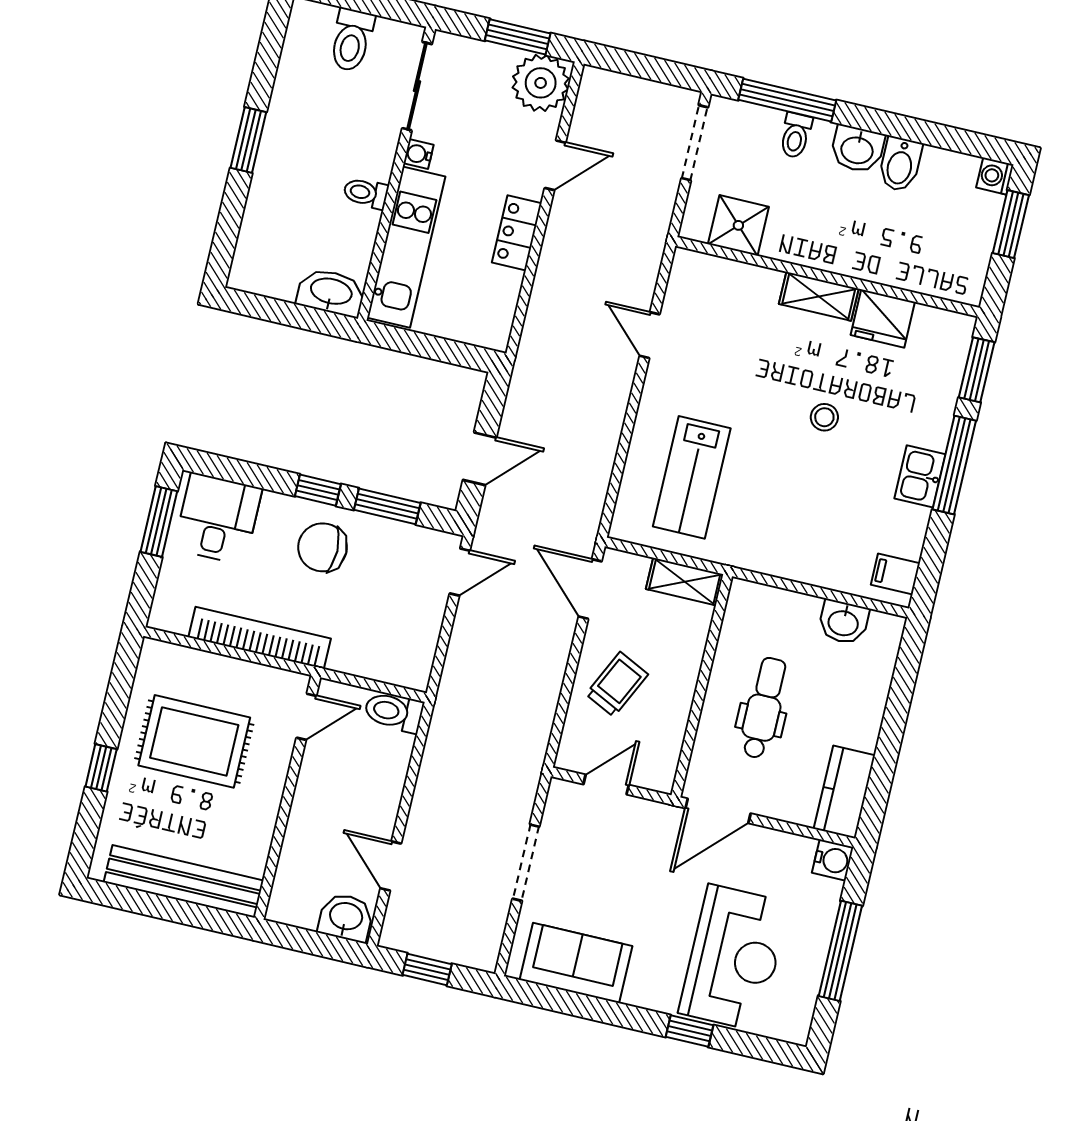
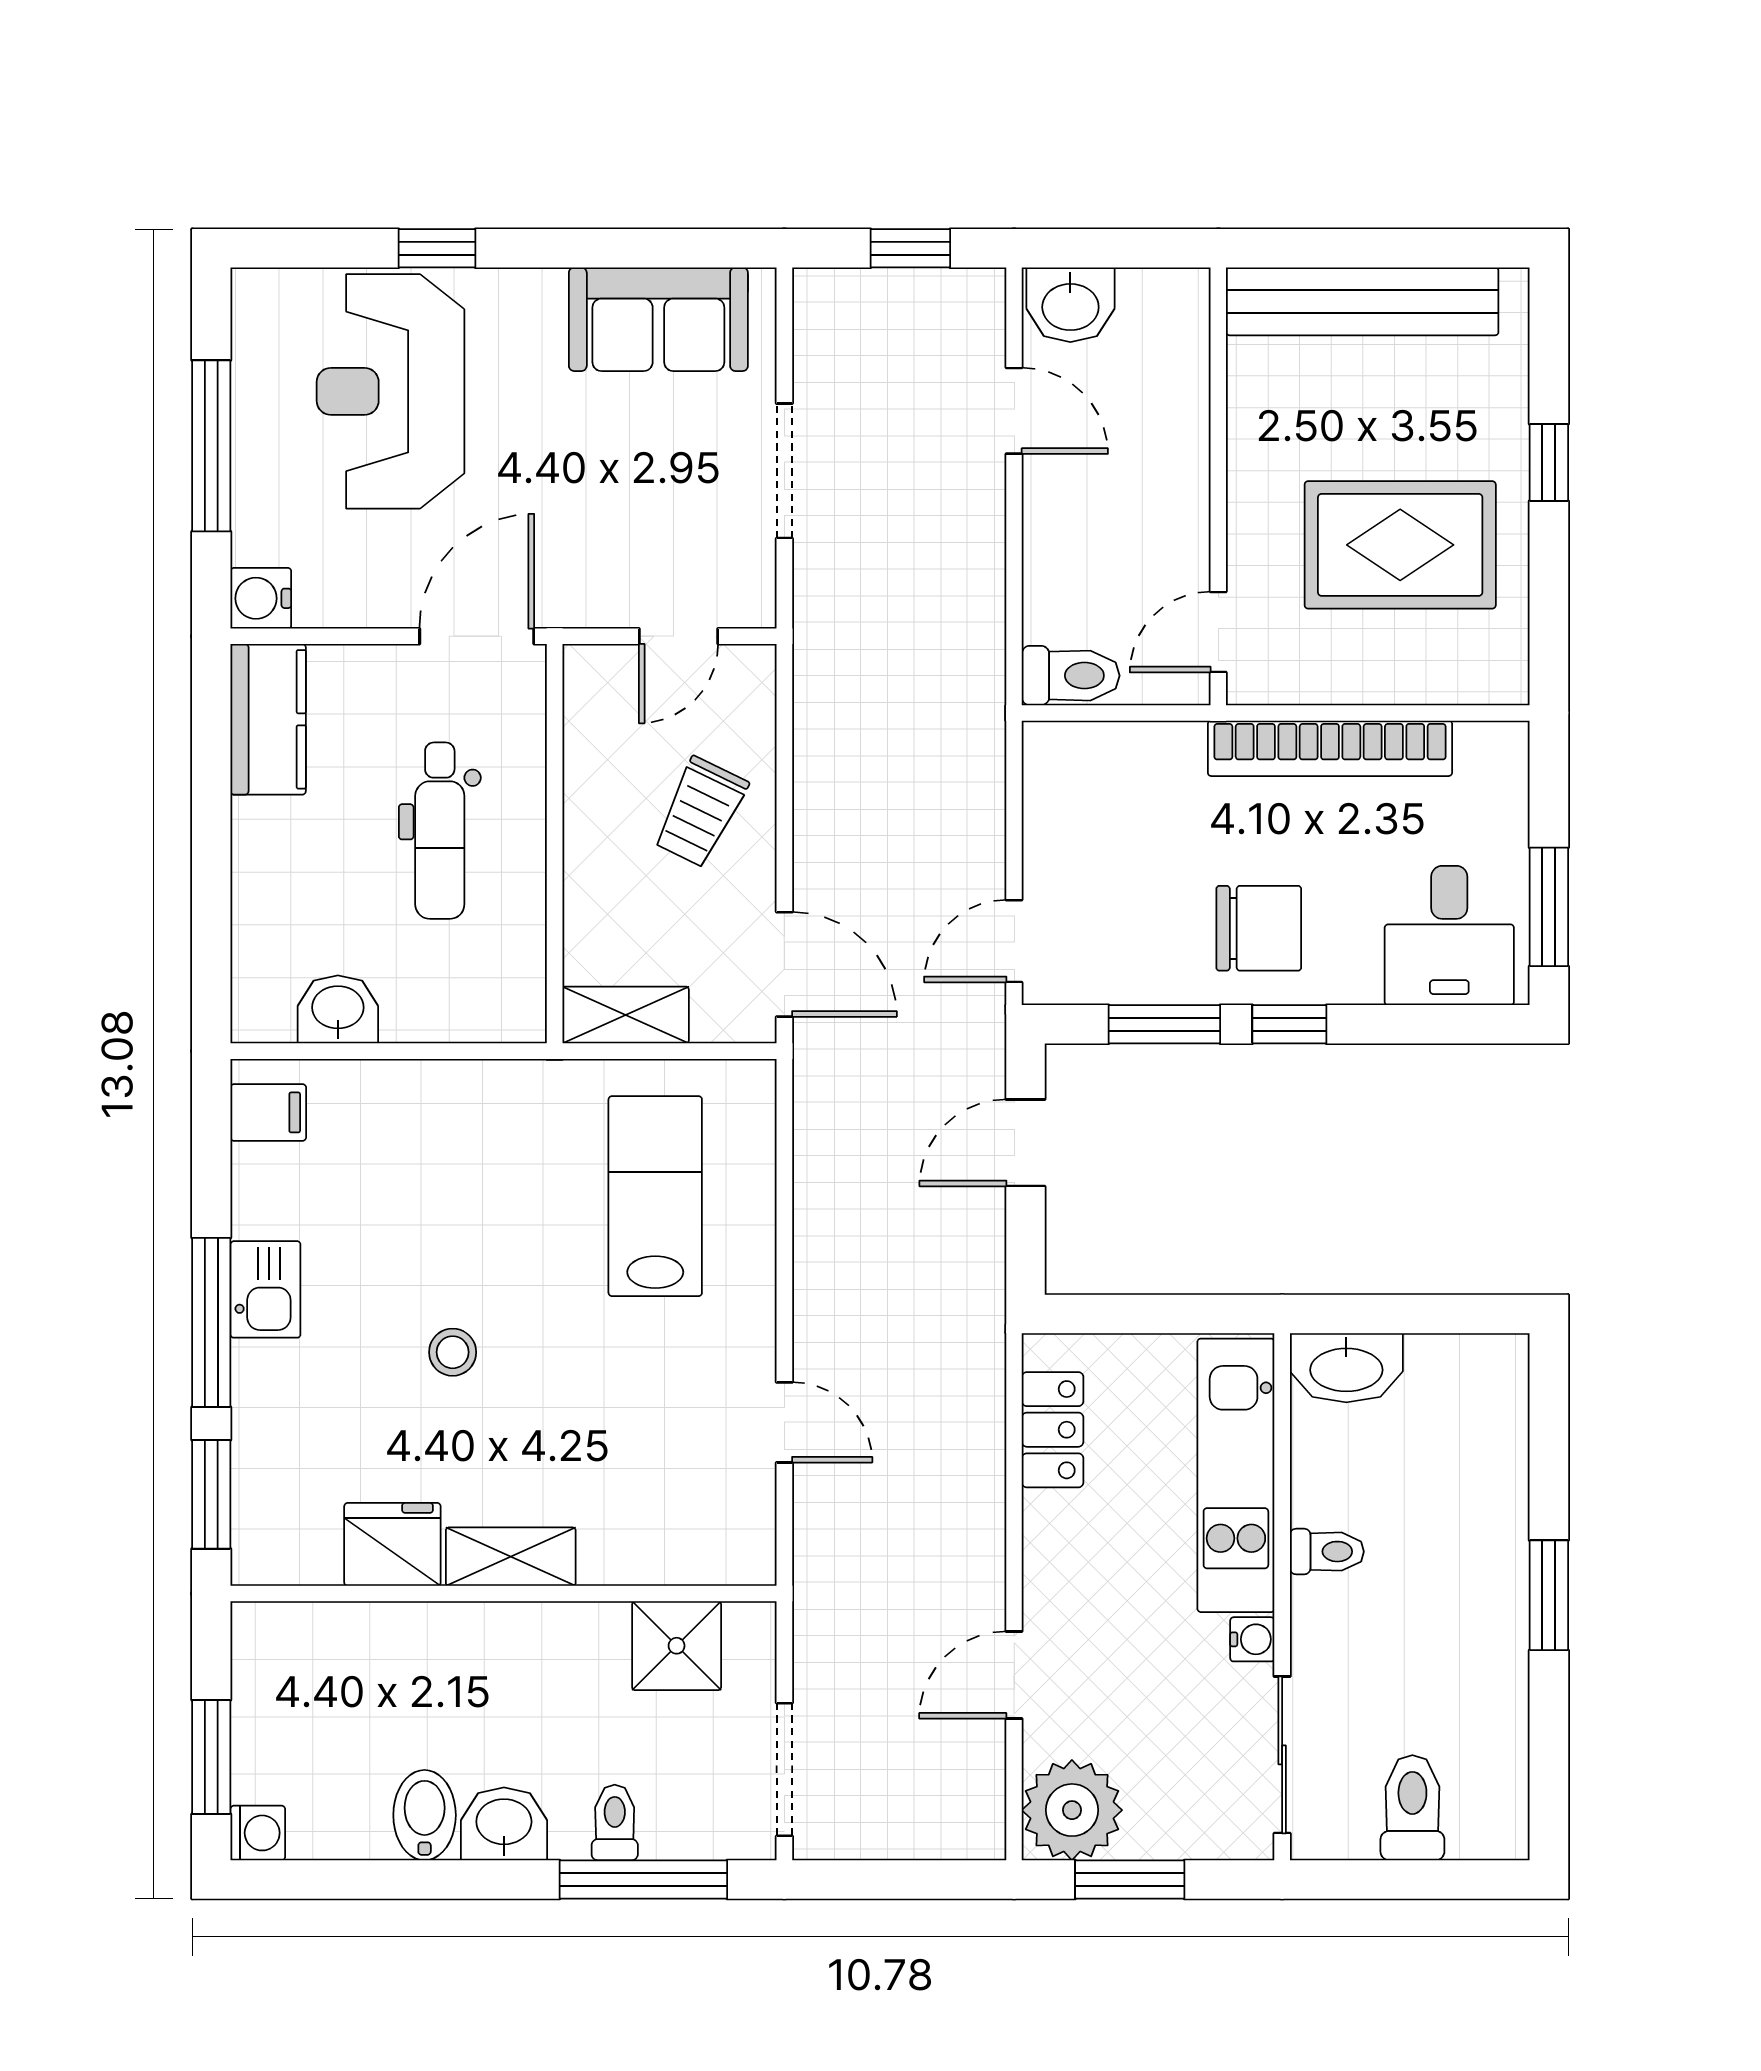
locker: (517, 233) -> (1053, 1430), moved

